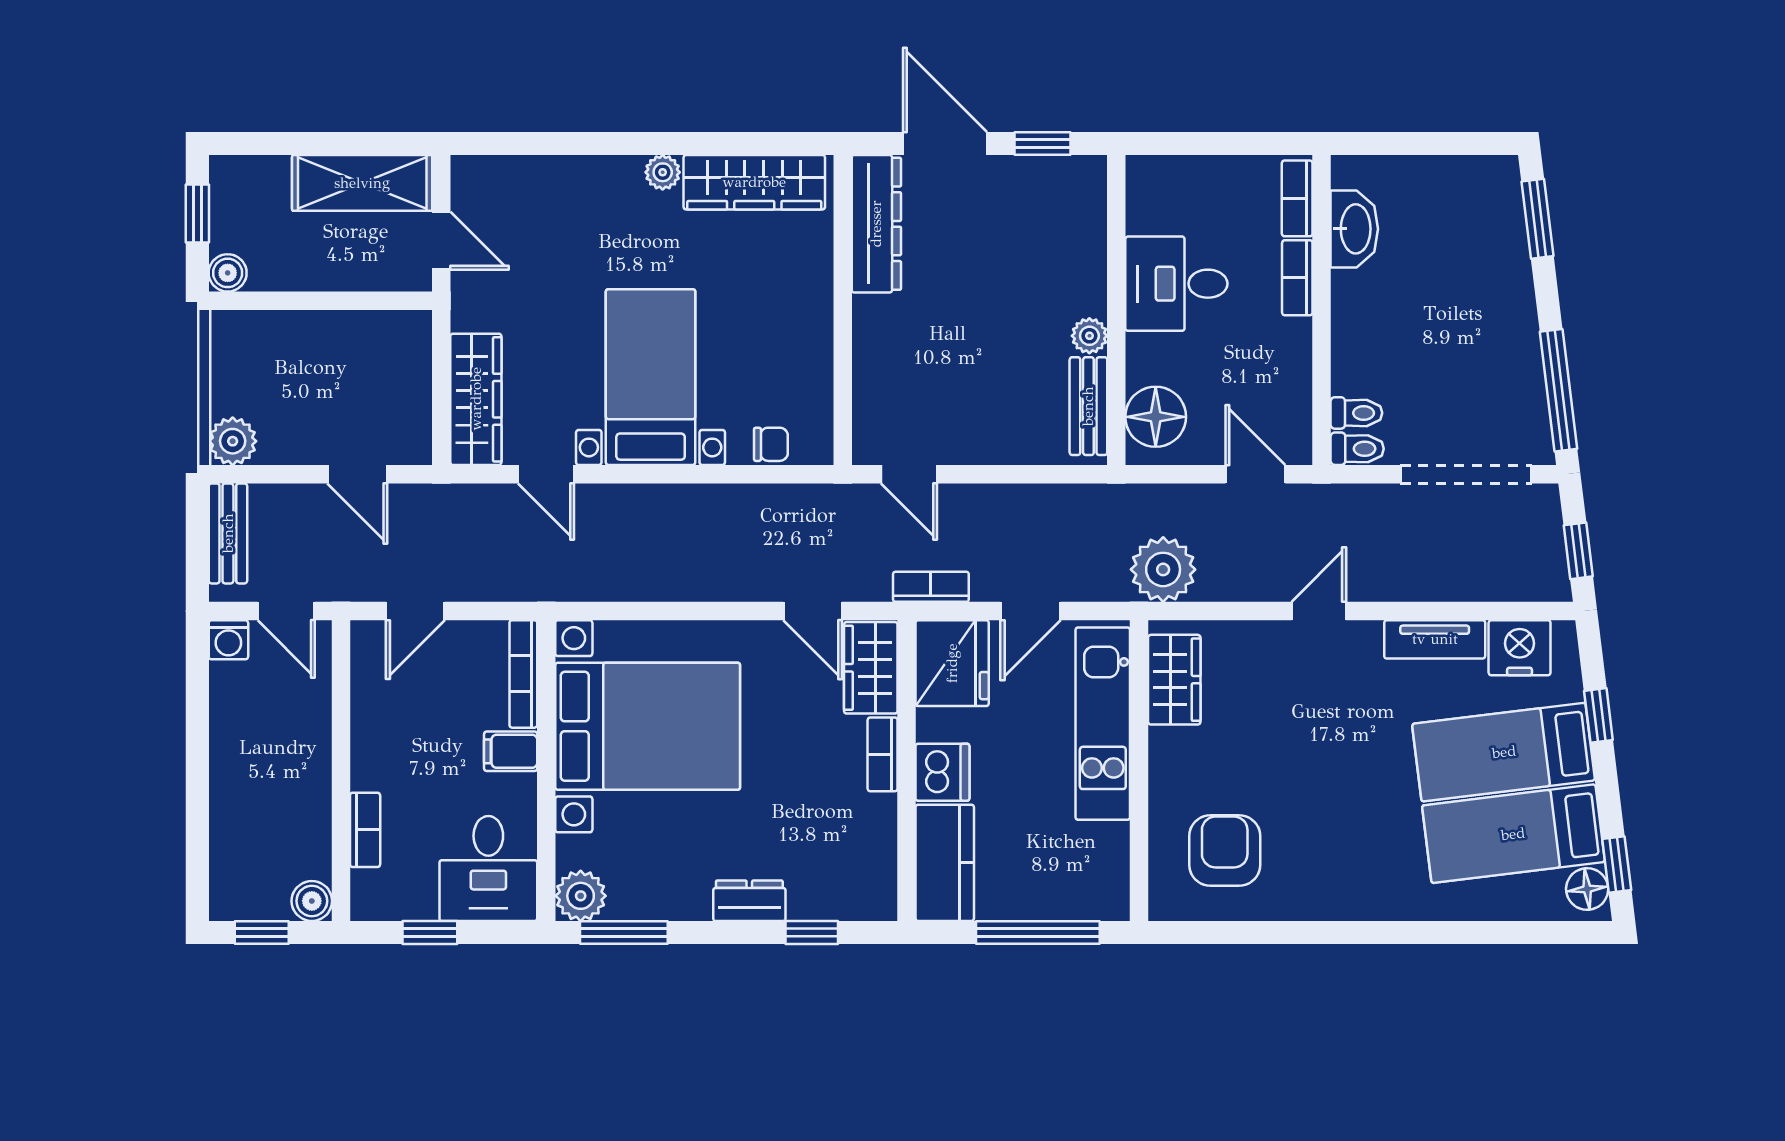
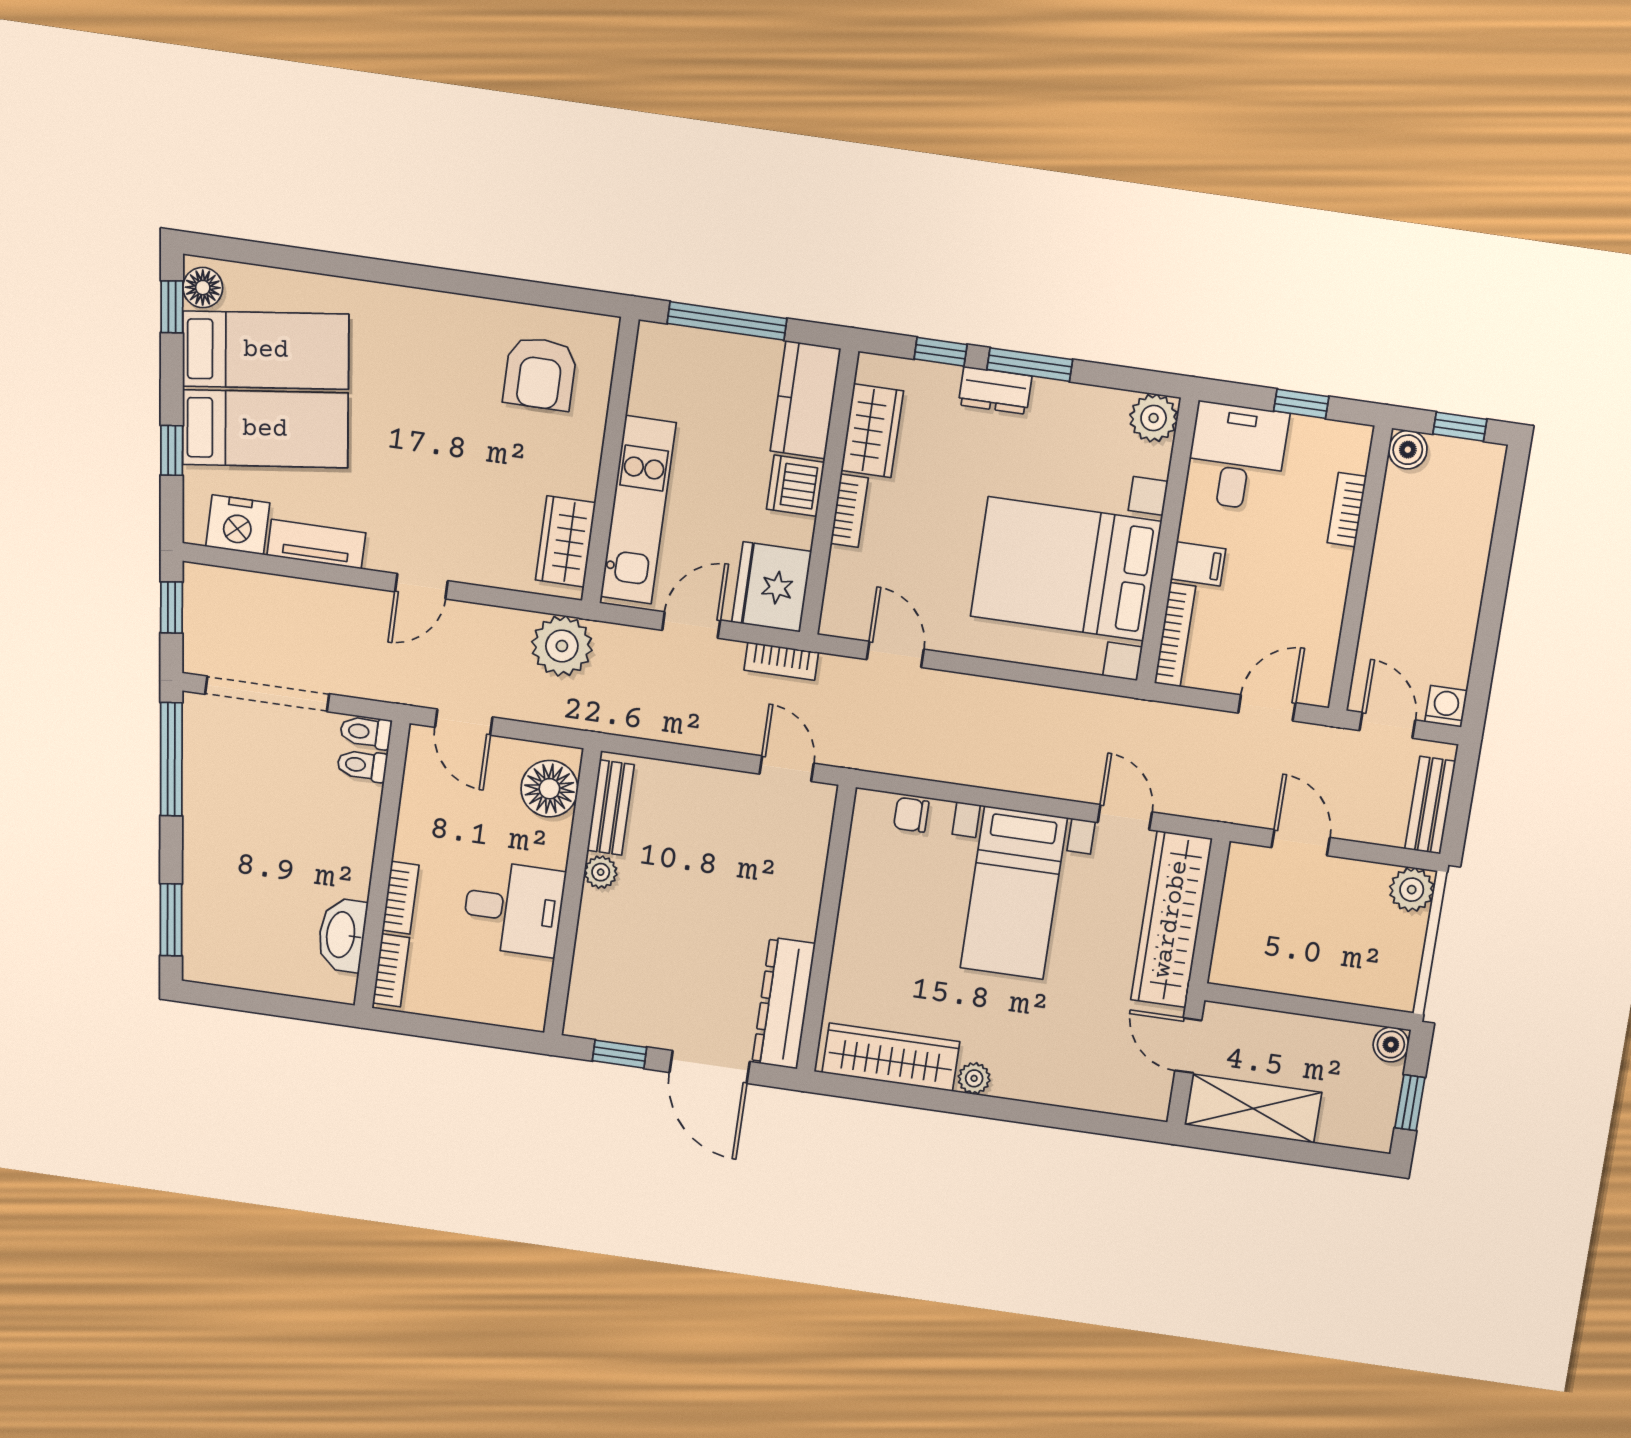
wardrobe: (476, 399) -> (1171, 919), width x1.40, depth x1.17
wardrobe: (871, 668) -> (872, 431), moved
window: (624, 932) -> (1030, 365), moved

